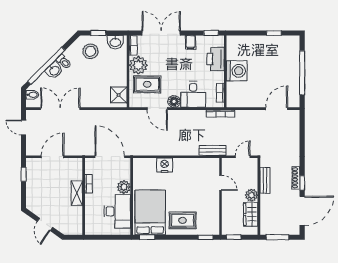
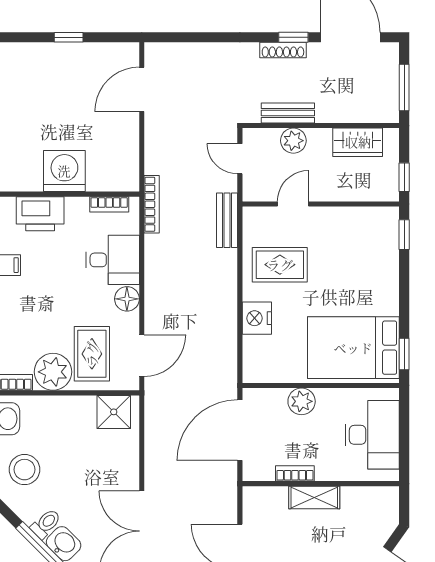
window: (302, 73) -> (69, 37), width x0.32
door: (157, 109) -> (142, 356), moved
door: (277, 109) -> (142, 89), hinge flipped
plant: (252, 195) -> (293, 141), moved
desk: (117, 211) -> (372, 435), moved, turned 90
rug: (183, 220) -> (280, 265), moved, turned 90

